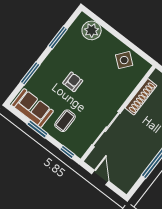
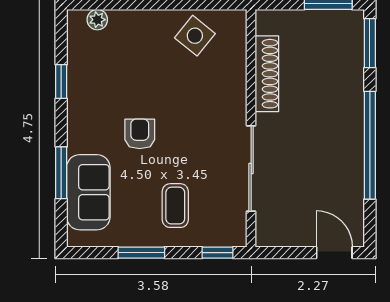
plant: (92, 30) -> (97, 20), width x0.53, depth x0.53
window: (58, 37) -> (61, 82), width x0.67
sofa: (32, 108) -> (88, 192), moved, turned 90
door: (100, 177) -> (334, 253), moved

